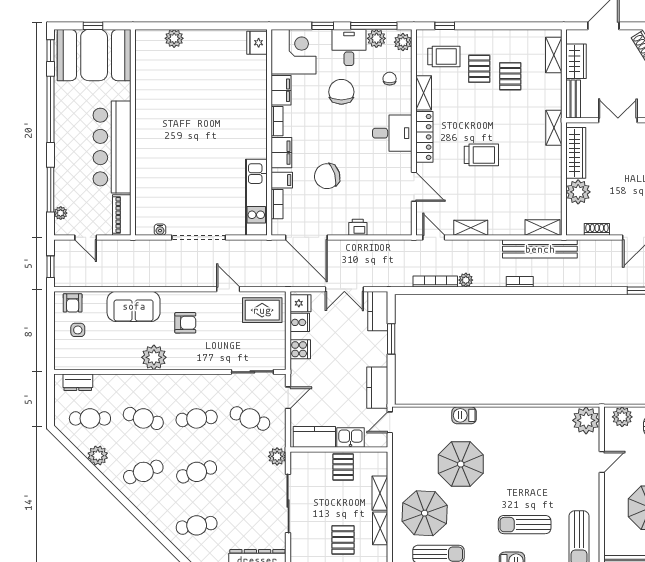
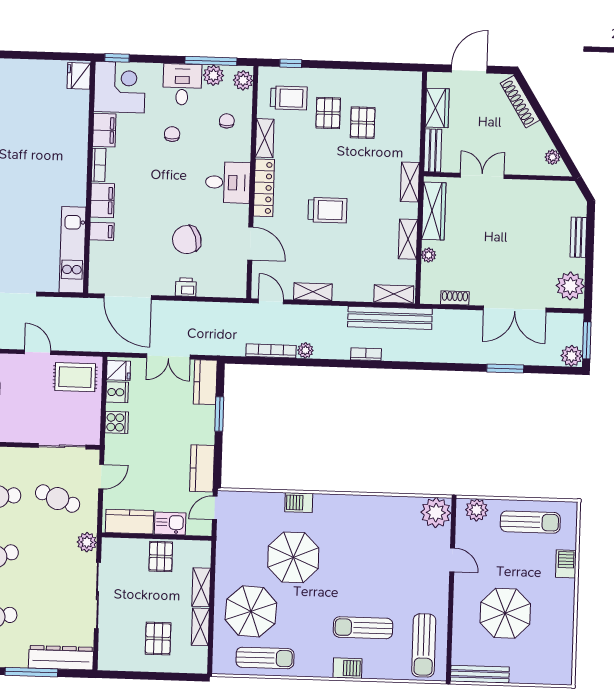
window: (323, 26) -> (117, 58), moved
shelving: (554, 55) -> (408, 239), moved
chair: (341, 92) -> (172, 134), width x0.54, depth x0.54
chair: (327, 176) -> (187, 240), moved
plant: (578, 192) -> (429, 255), width x0.53, depth x0.53
bookcase: (277, 204) -> (96, 258), removed
door: (602, 462) -> (452, 560), hinge flipped

